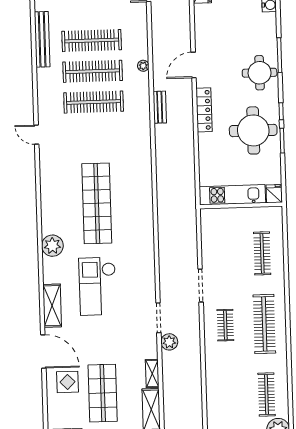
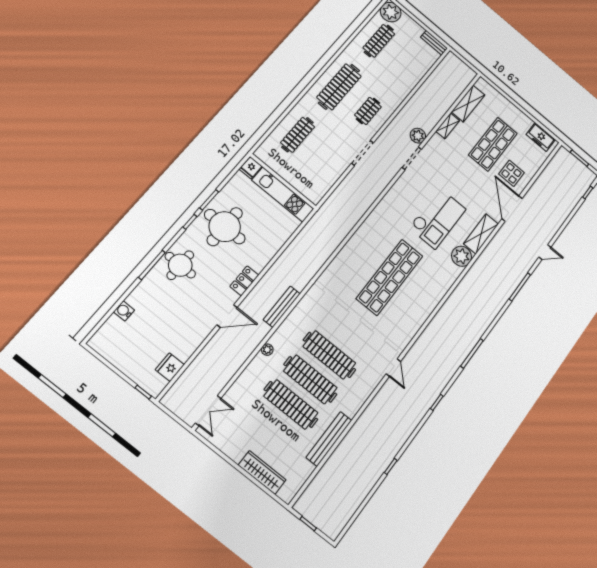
bench: (160, 107) -> (282, 307), width x1.36
locker: (204, 110) -> (244, 281), width x0.66
plant: (52, 246) -> (462, 256), moved

